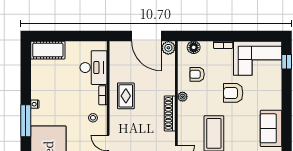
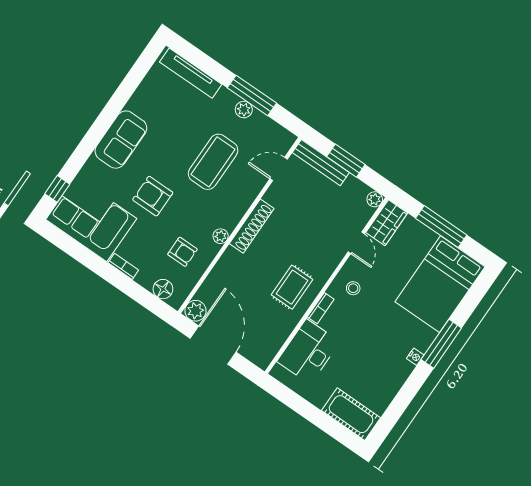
armchair: (233, 93) -> (153, 196), turned 180
sofa: (271, 128) -> (121, 140), moved

